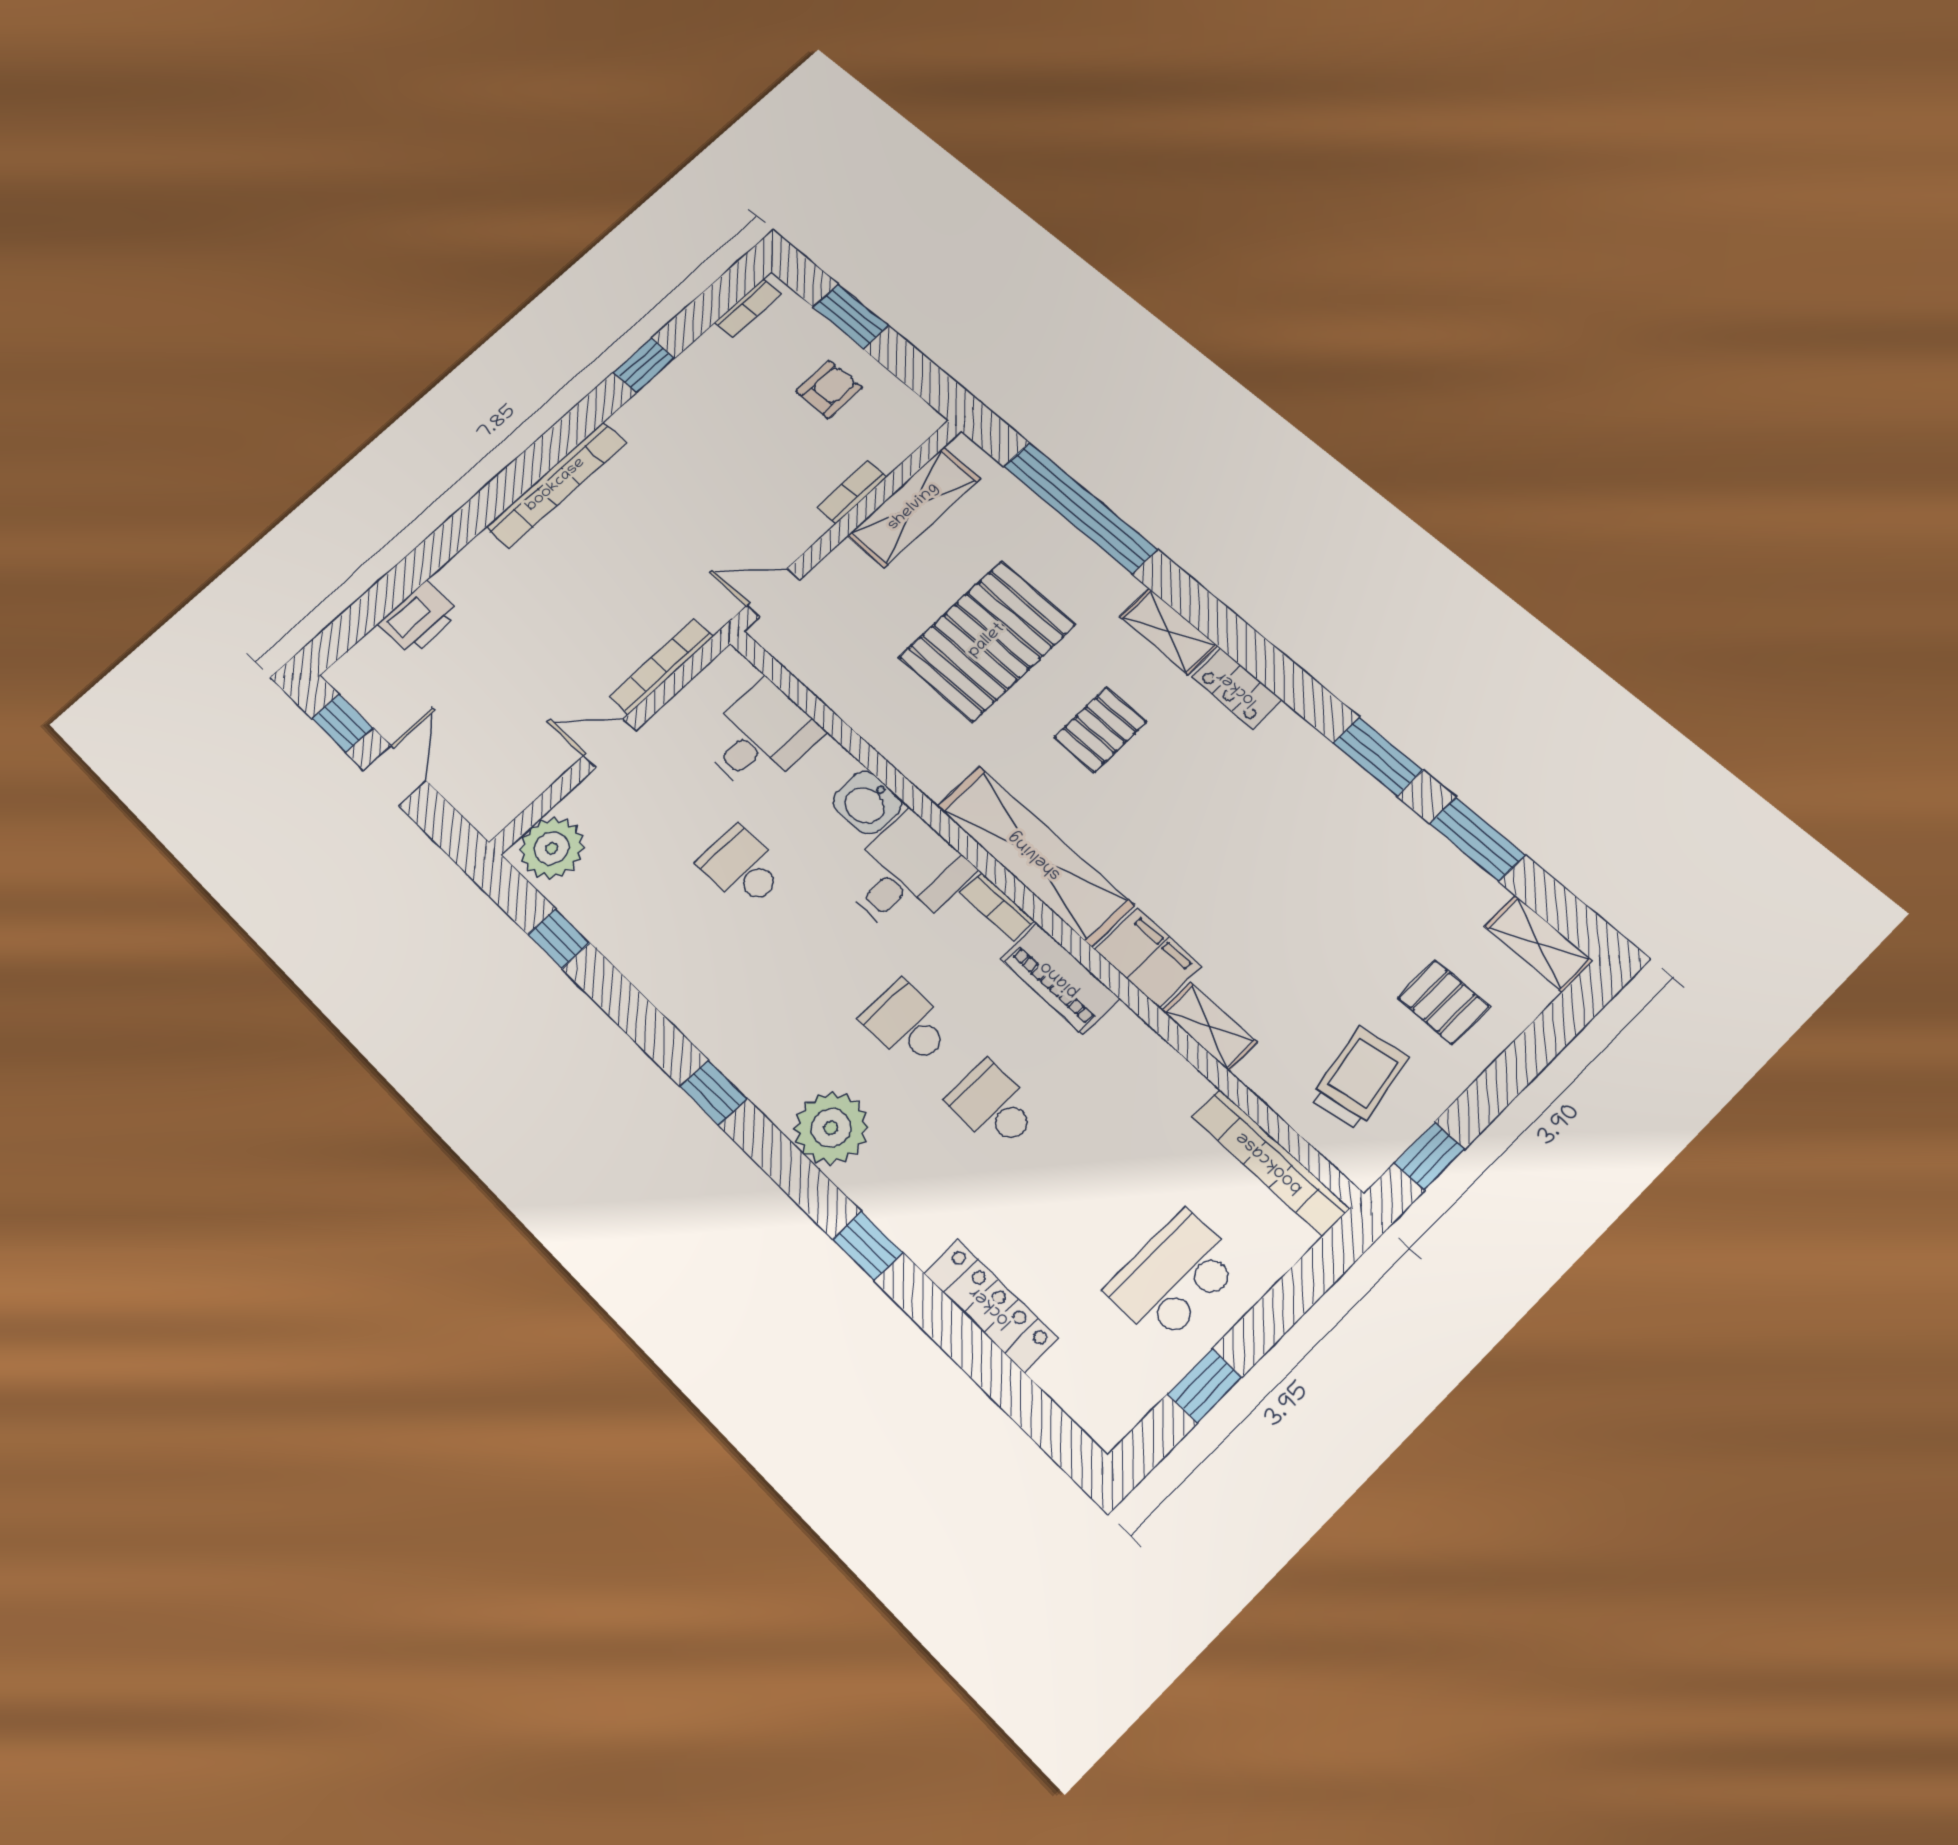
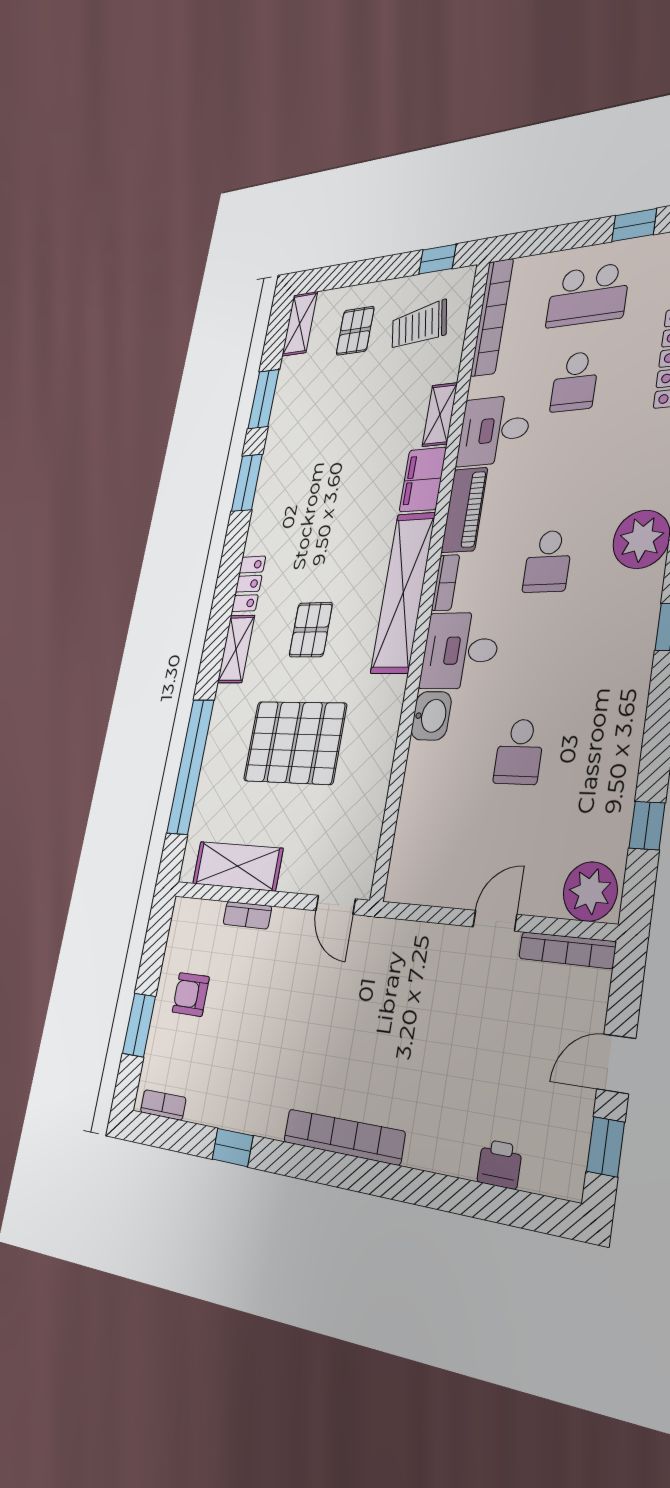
printer: (419, 618) -> (500, 1164), width x0.73, depth x0.81
bookcase: (661, 666) -> (567, 950), moved
pallet: (1100, 730) -> (311, 630), turned 90
desk: (760, 737) -> (494, 430), moved
door: (610, 743) -> (495, 921), swing flipped
school desk: (993, 1106) -> (575, 381), moved

